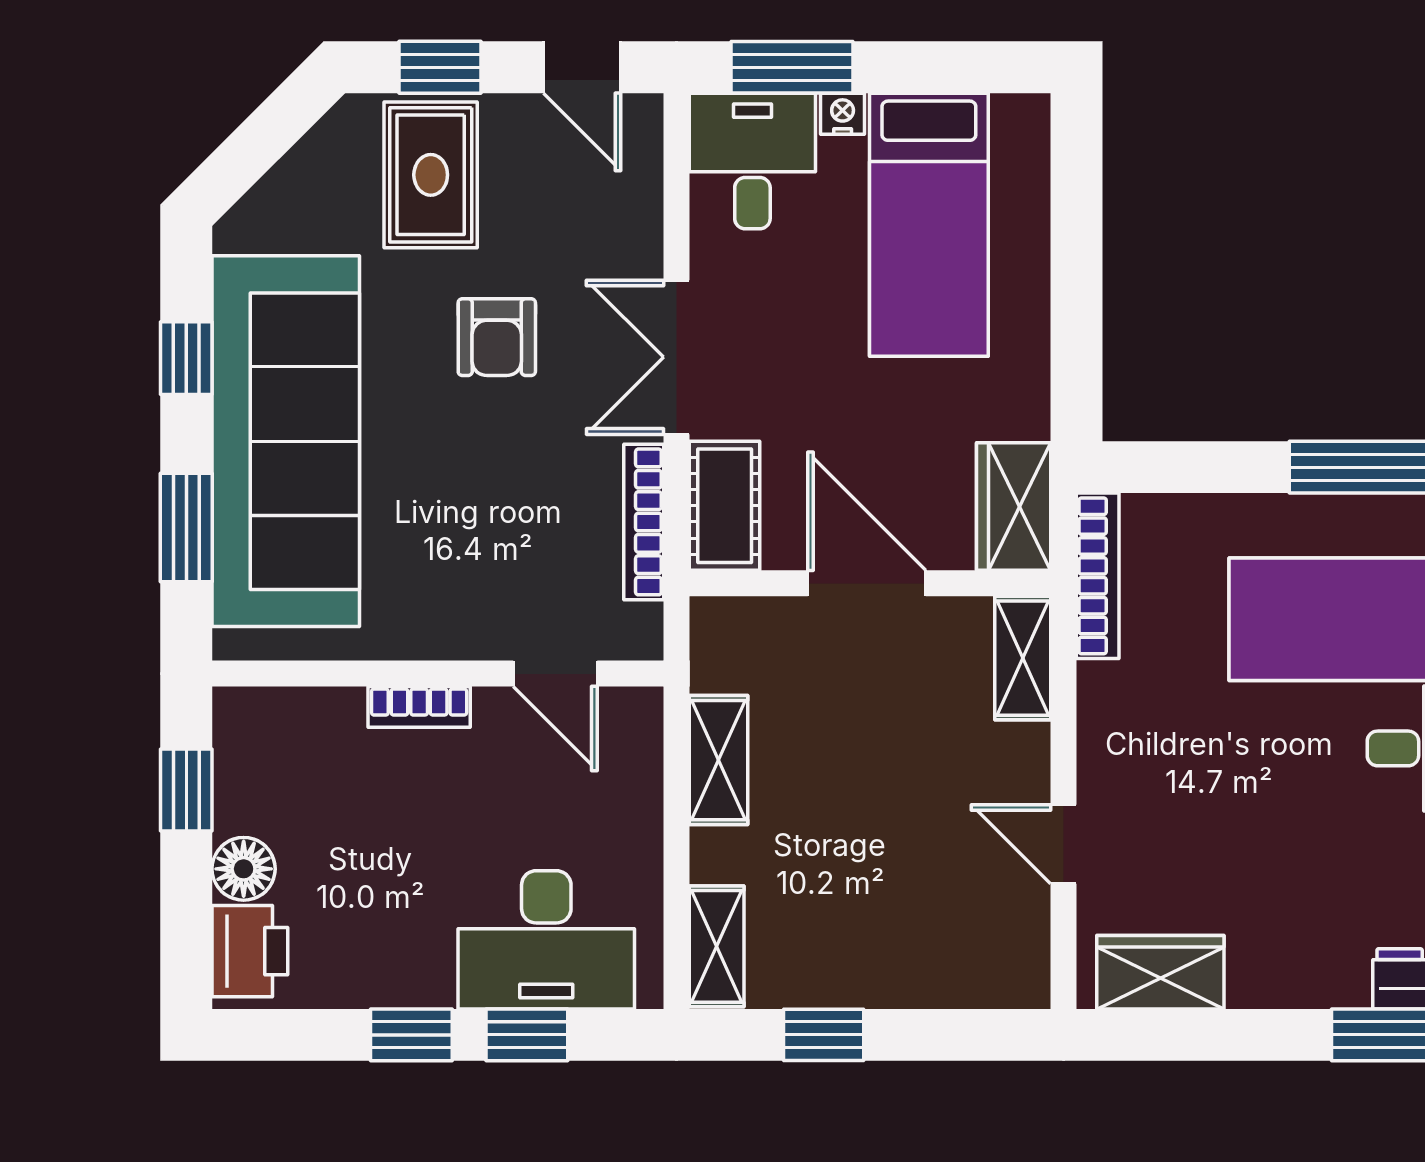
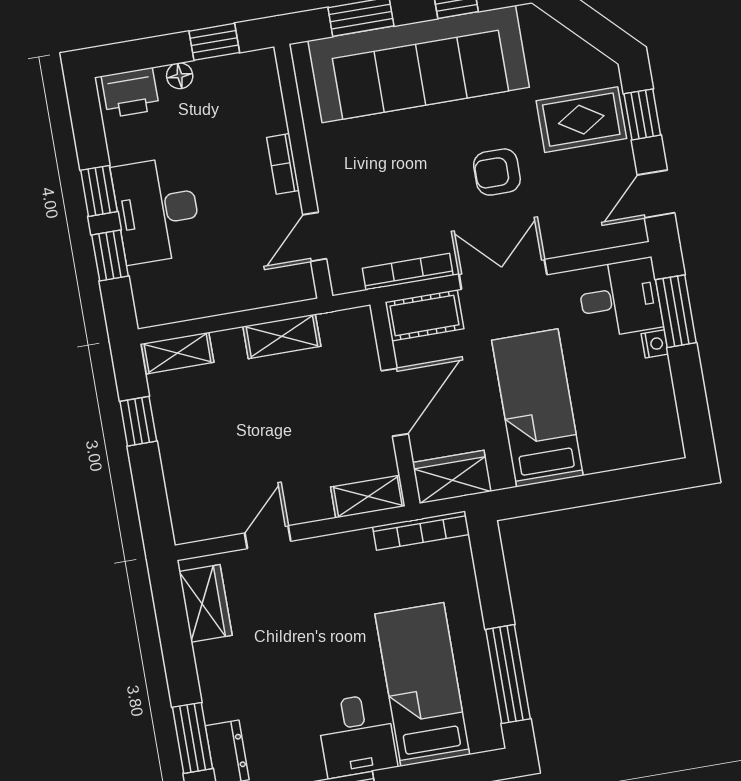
bed: (929, 225) -> (537, 408), moved, turned 90
floor lamp: (244, 869) -> (180, 76), width x0.73, depth x0.73
desk: (546, 940) -> (157, 210), moved

